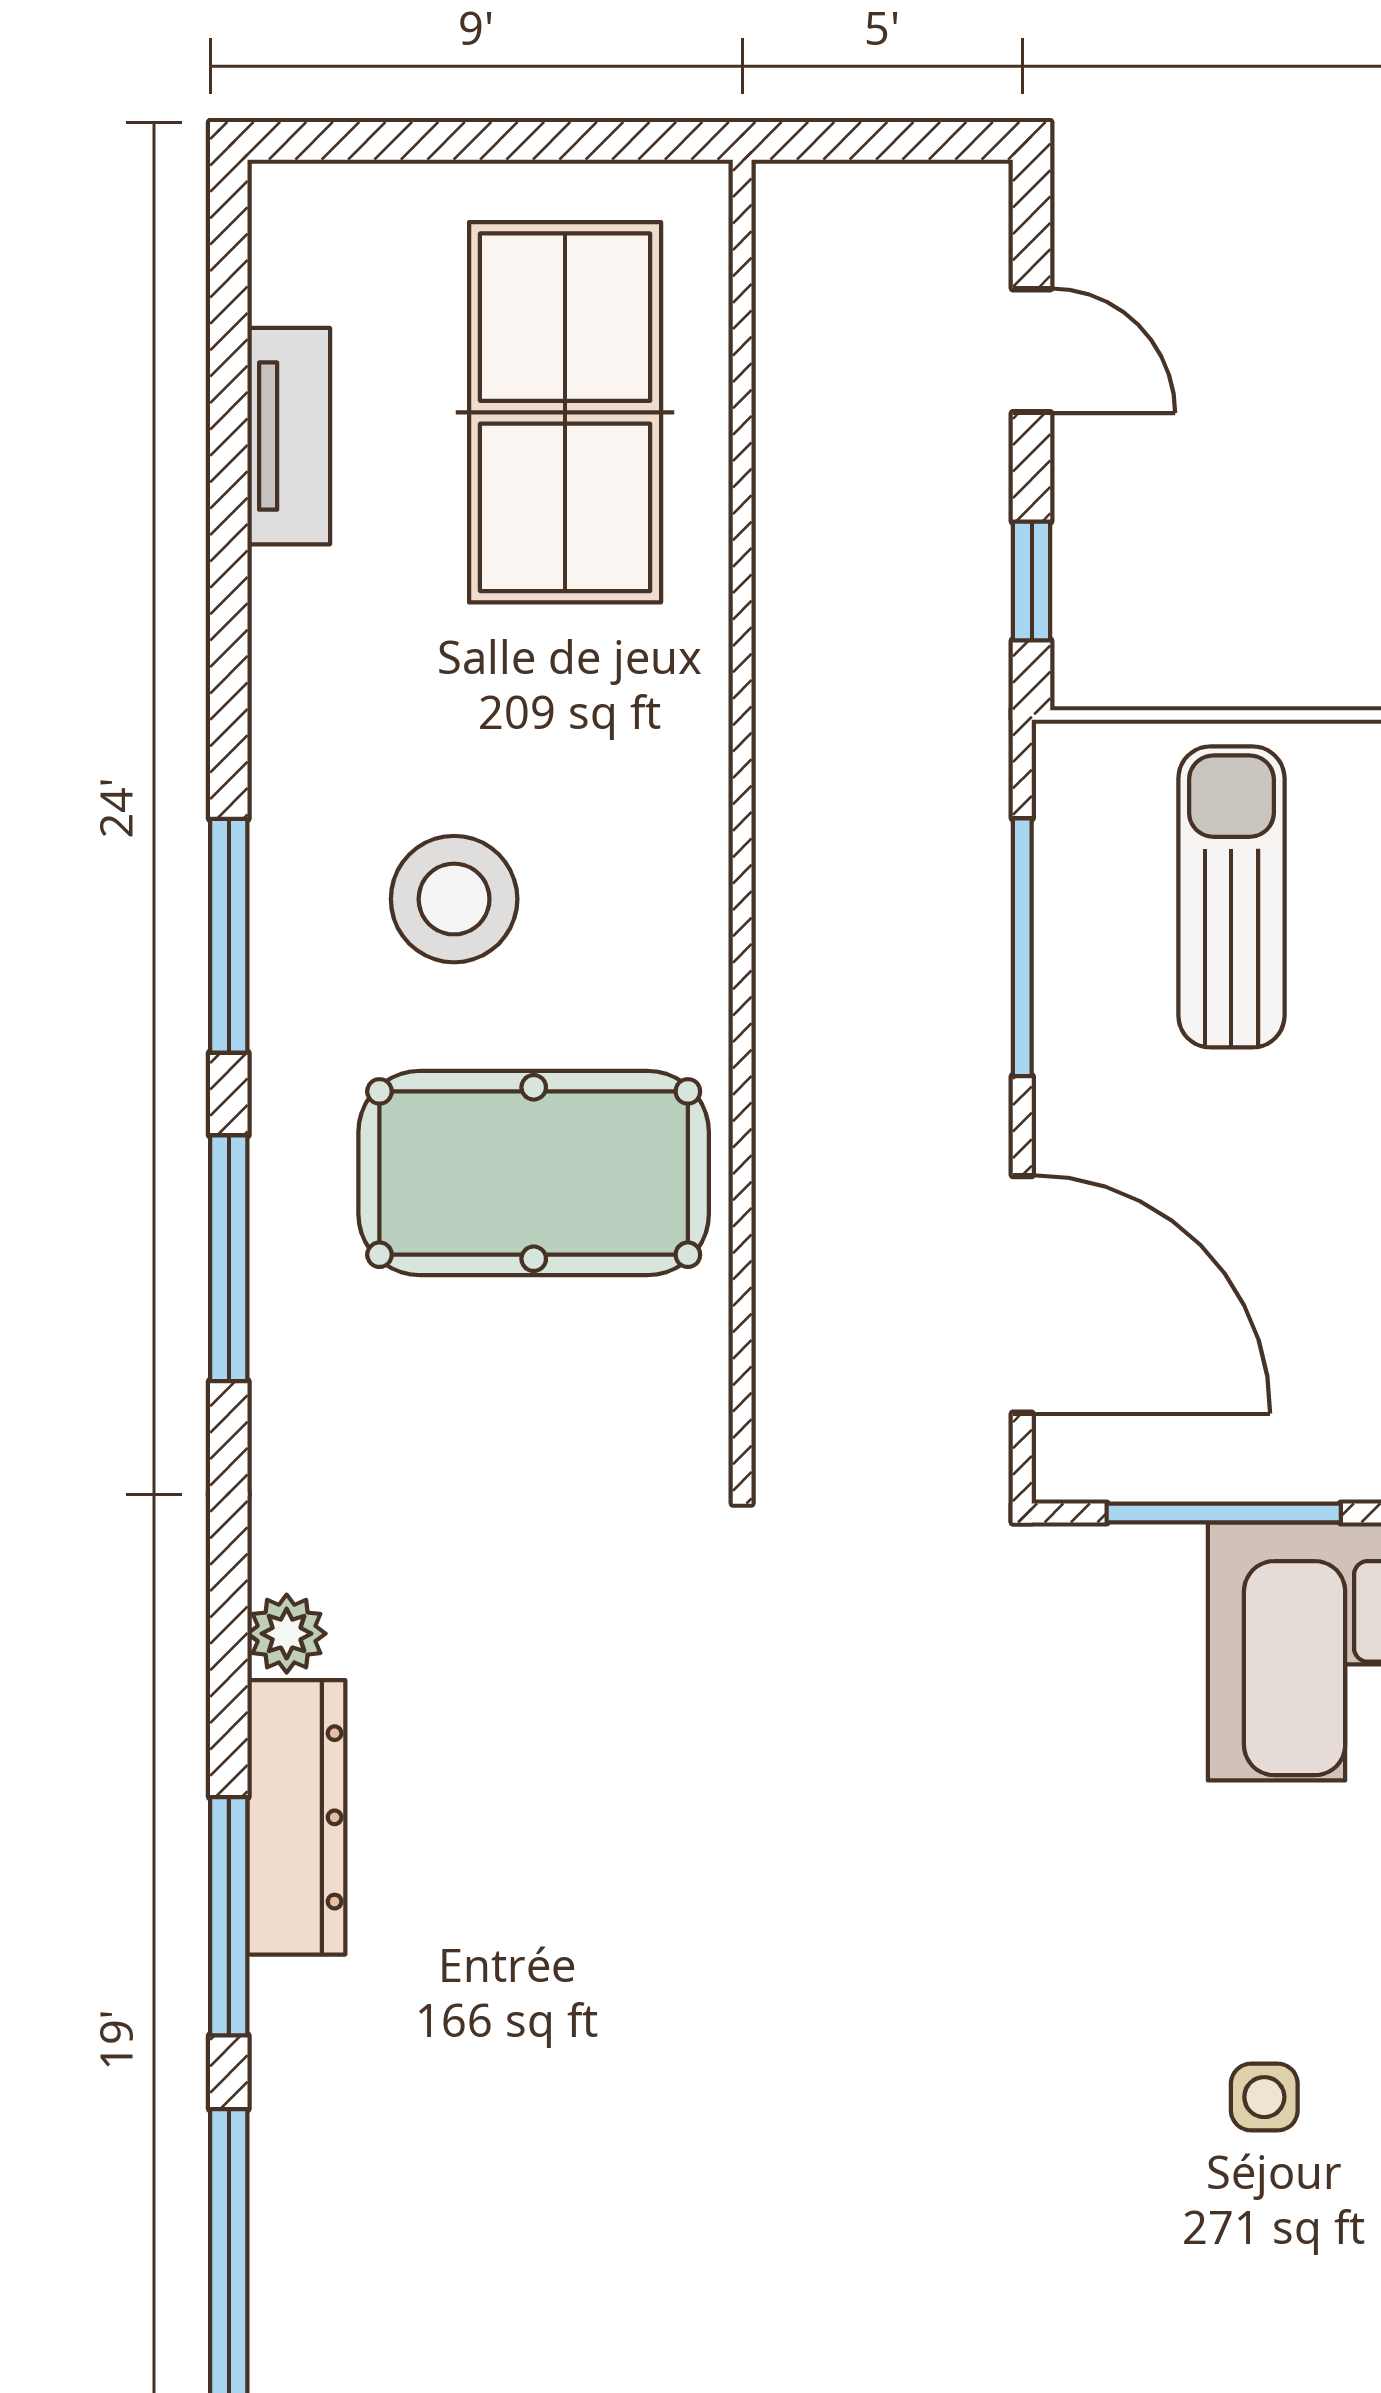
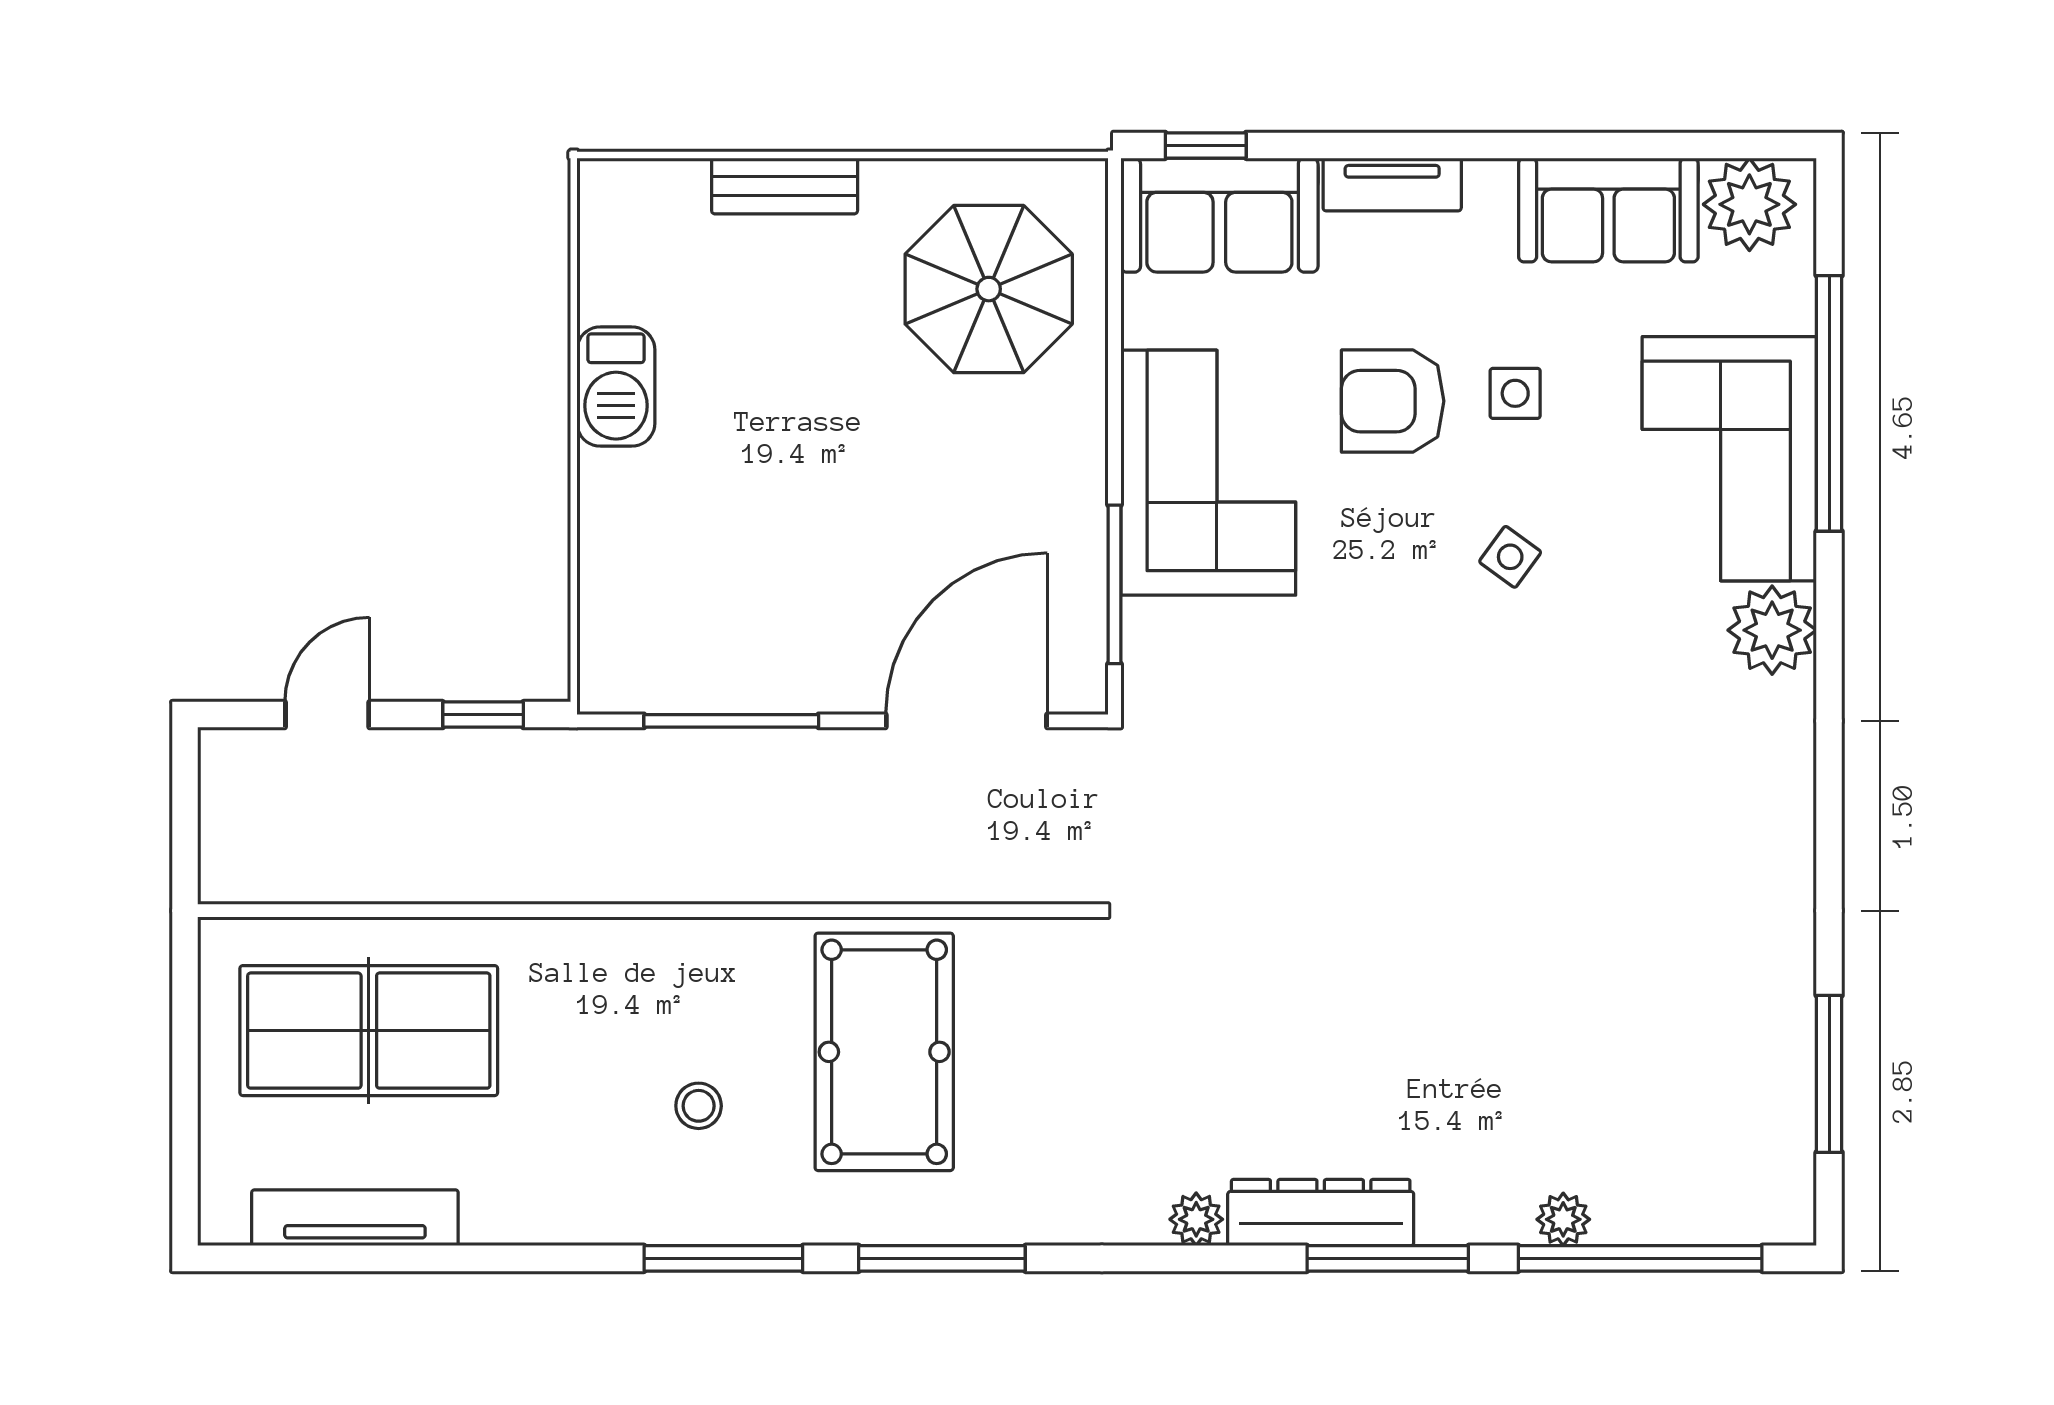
tv unit: (289, 436) -> (355, 1218), width x1.41
sun lounger: (1231, 897) -> (697, 579), removed
stool: (454, 899) -> (699, 1106), width x0.53, depth x0.53
side table: (1264, 2097) -> (1510, 557), turned 36
plant: (286, 2175) -> (1563, 1219), added

